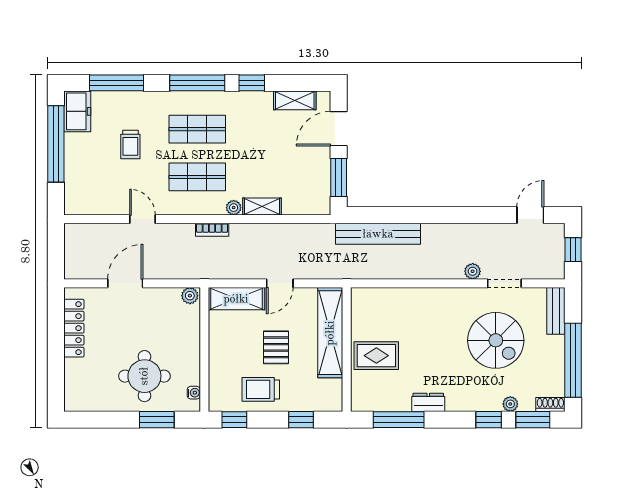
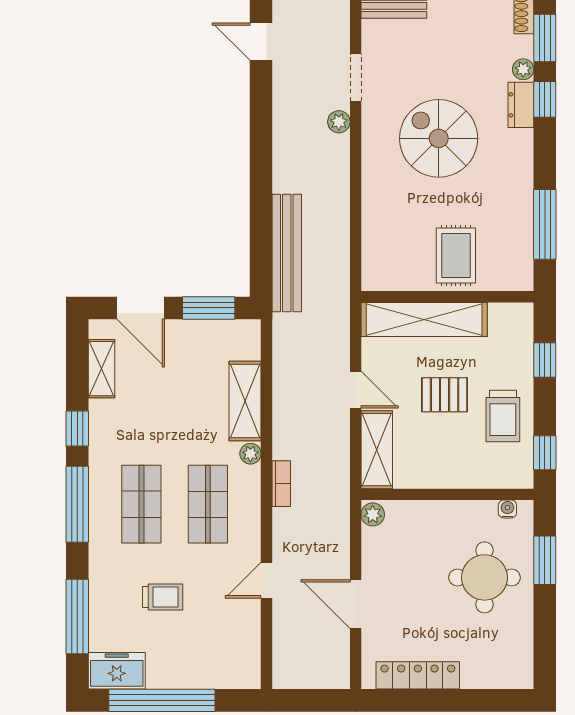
shelving: (262, 207) -> (245, 401), width x1.50, depth x1.33
spiral stairs: (496, 340) -> (439, 138), moved, turned -90
dresser: (428, 402) -> (521, 105), moved

